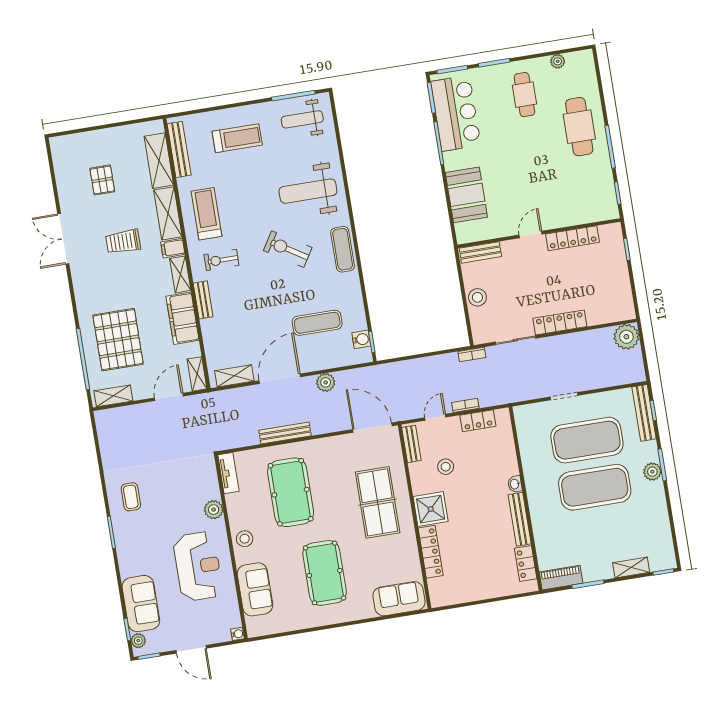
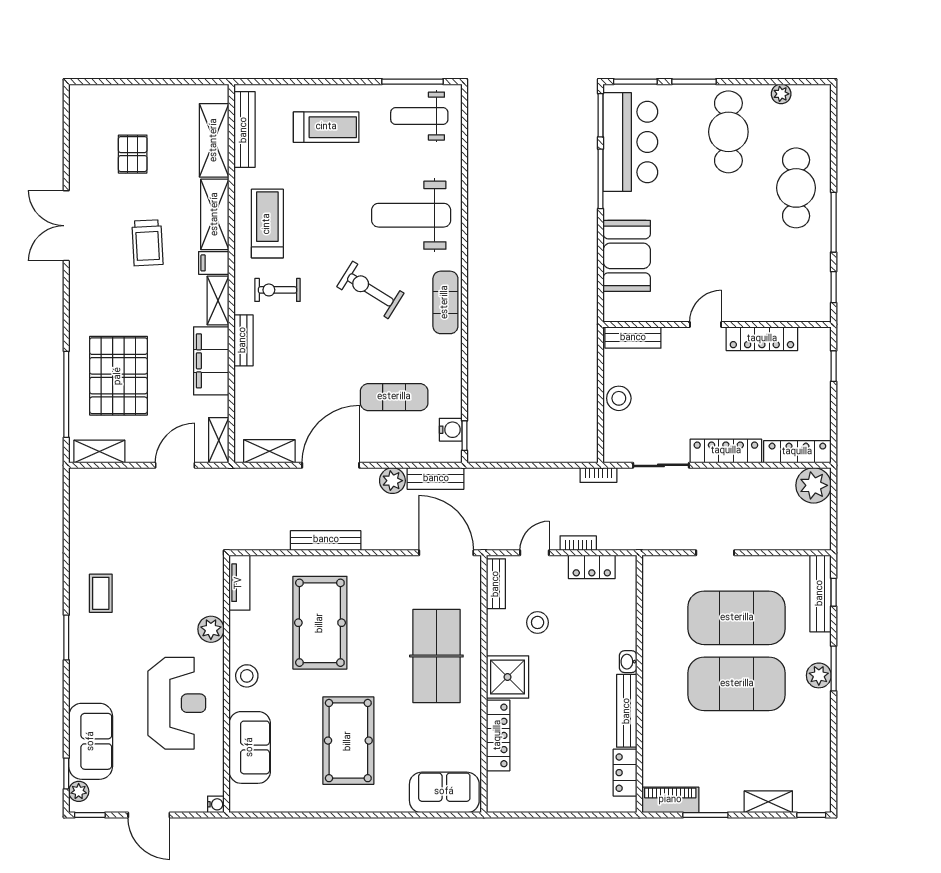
cafe table: (524, 95) -> (728, 132), width x1.37, depth x1.35
trolley: (123, 242) -> (147, 243), turned -93
locker: (611, 315) -> (797, 452), added
bench: (356, 376) -> (436, 479), added

